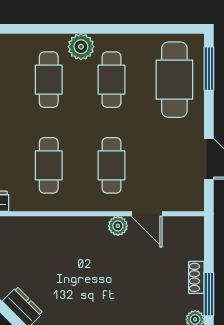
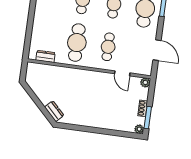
cafe table: (49, 165) -> (77, 43), width x1.37, depth x1.35
plant: (118, 226) -> (145, 83), moved

